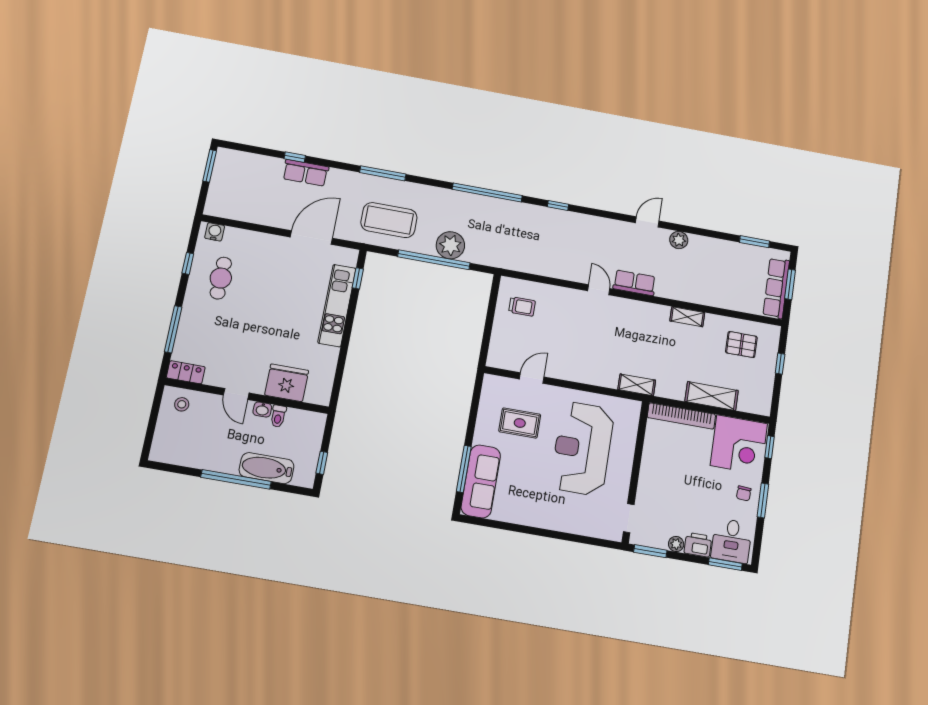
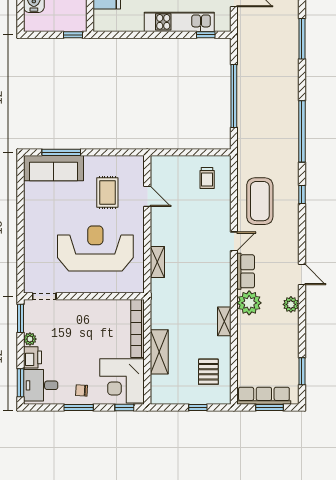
coffee table: (389, 220) -> (260, 201), moved
plant: (450, 245) -> (249, 303), moved
shelving: (637, 385) -> (157, 262), moved
window: (322, 463) -> (73, 35), moved

